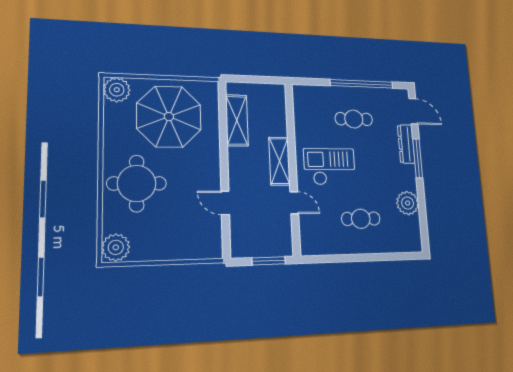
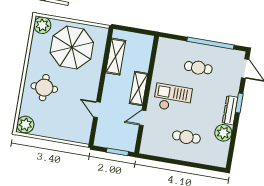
dresser: (406, 144) -> (230, 110), moved
window: (418, 158) -> (239, 103), width x0.69
round table: (137, 183) -> (44, 88), width x0.73, depth x0.73
door: (294, 203) -> (143, 118), swing flipped

